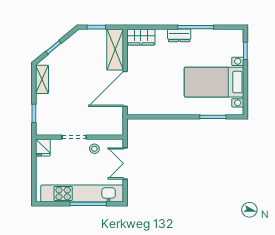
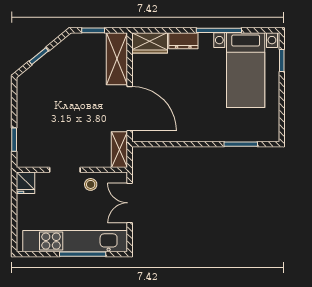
dresser: (179, 35) -> (183, 41), moved
shelving: (42, 79) -> (119, 150), moved
bed with nightstands: (214, 82) -> (246, 70), moved, turned -90
door: (125, 89) -> (130, 109), swing flipped

